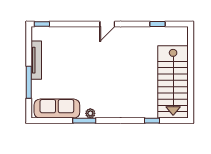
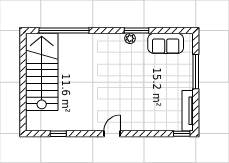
tv unit: (36, 60) -> (188, 111), moved
sofa: (57, 109) -> (166, 43), width x0.73
window: (152, 121) -> (64, 31), width x3.17

